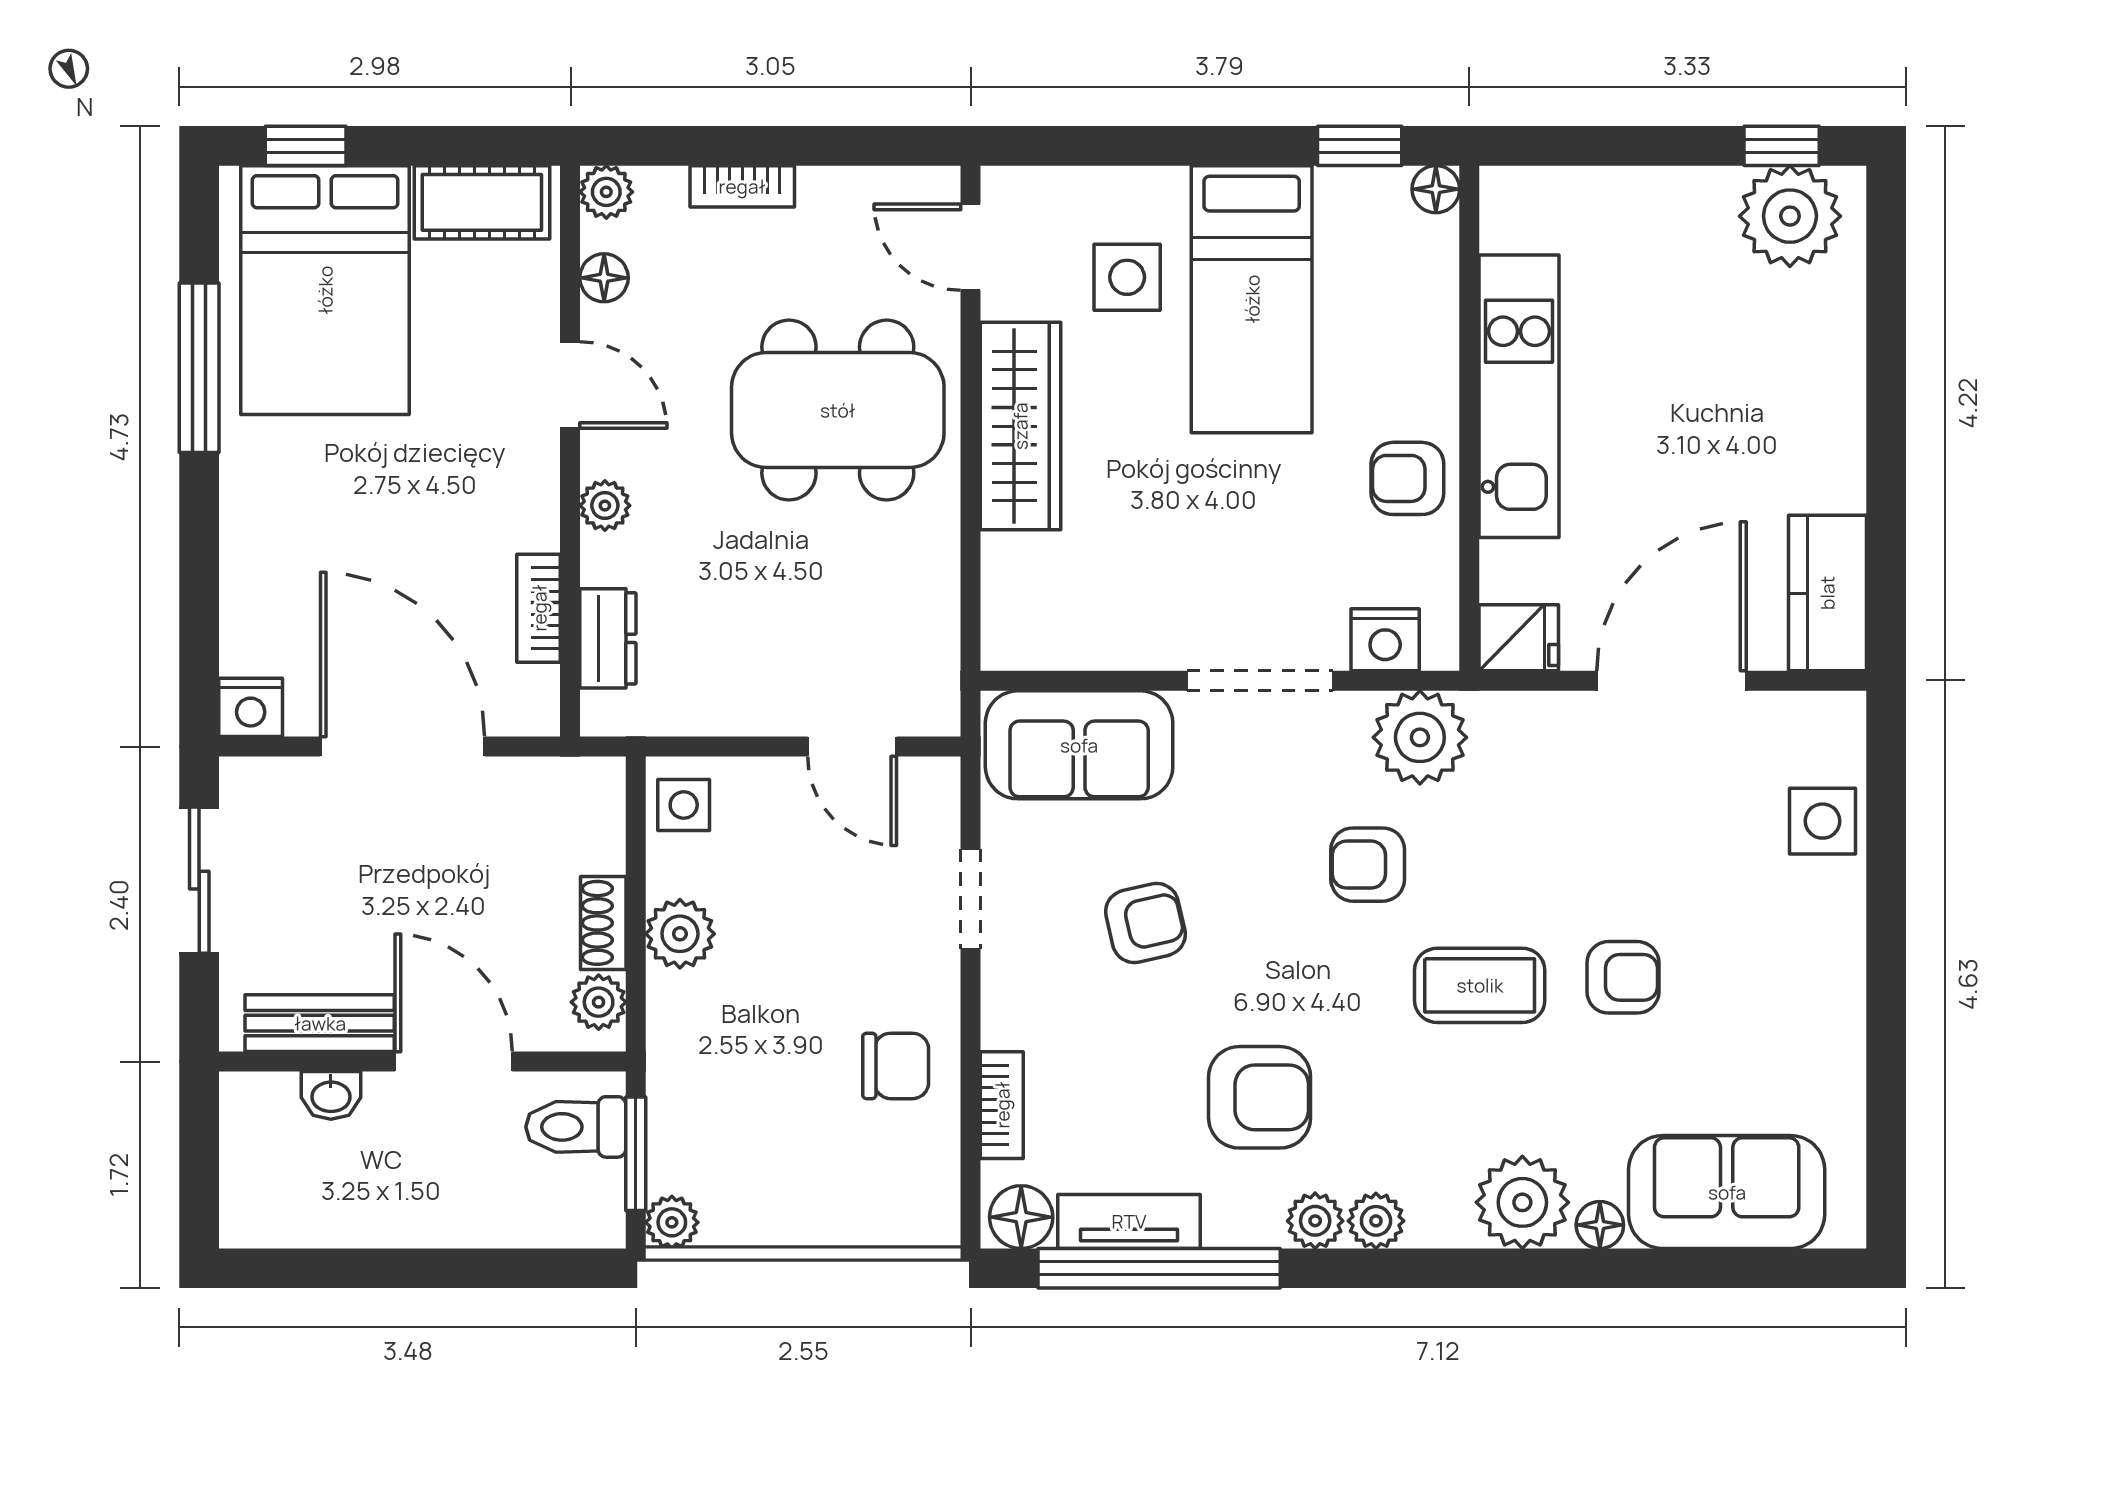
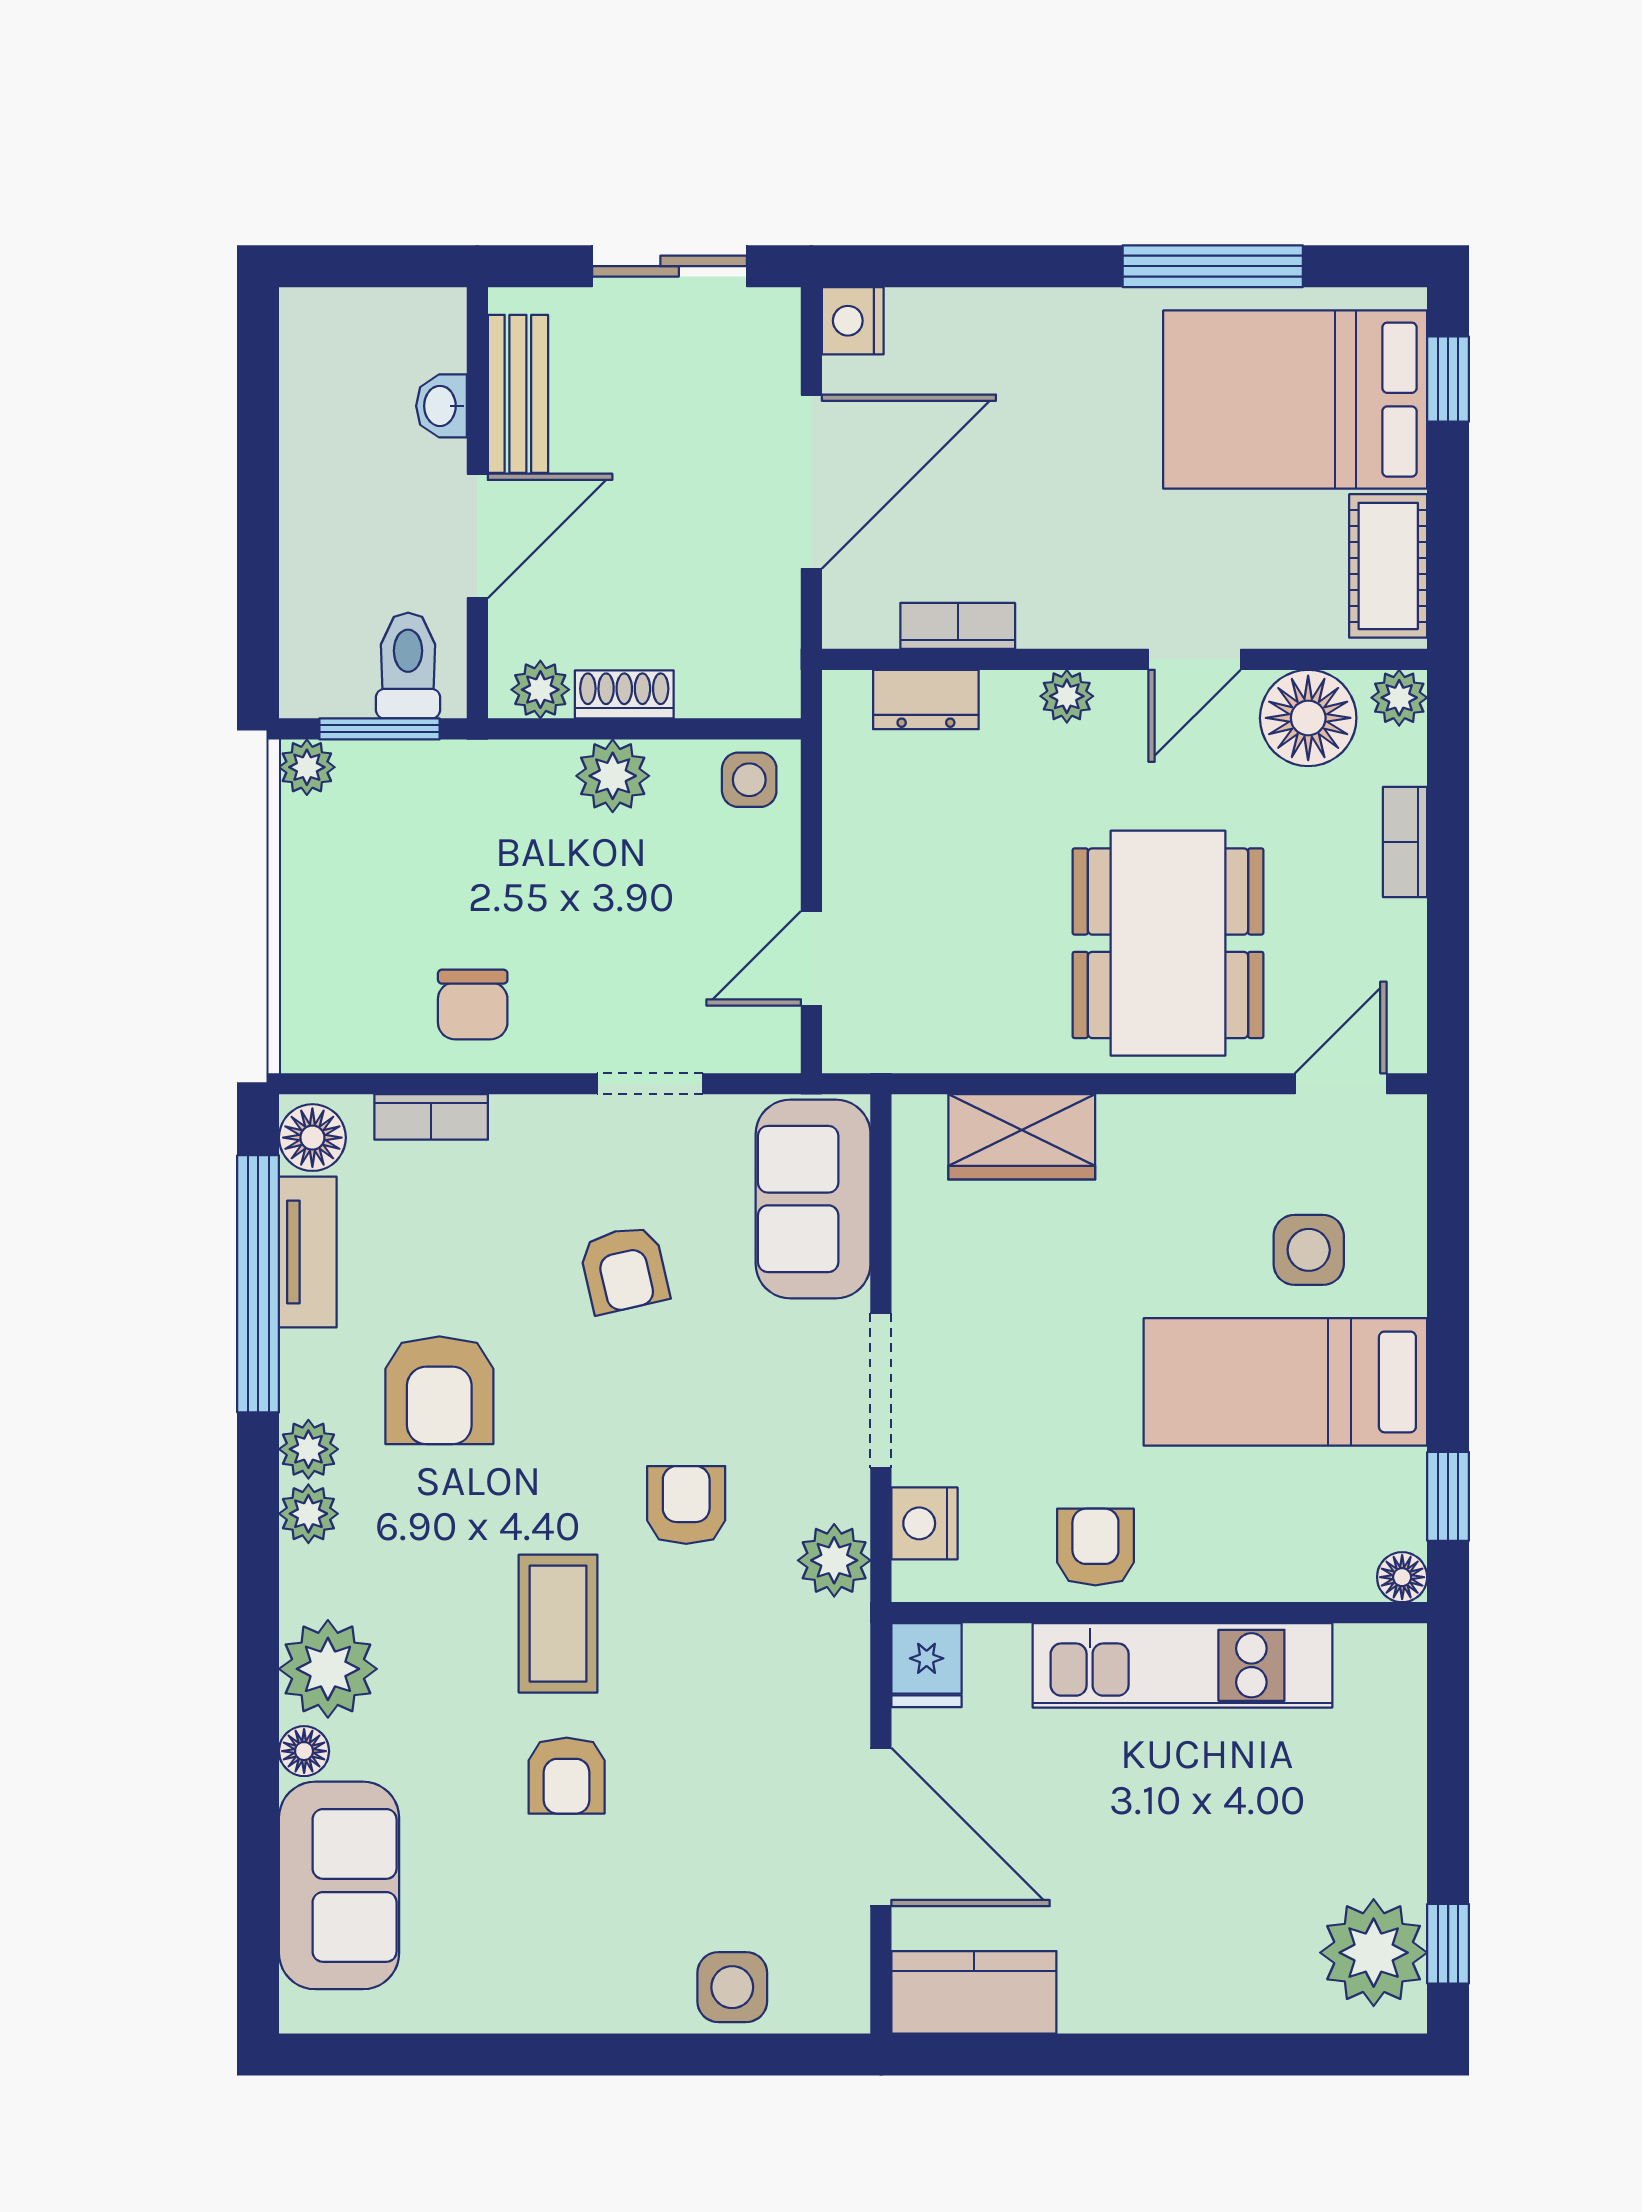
floor lamp: (604, 278) -> (1308, 718), width x1.89, depth x1.89
wardrobe: (1020, 426) -> (1022, 1137), moved, width x0.67
plant: (1420, 737) -> (834, 1560), width x0.73, depth x0.73

